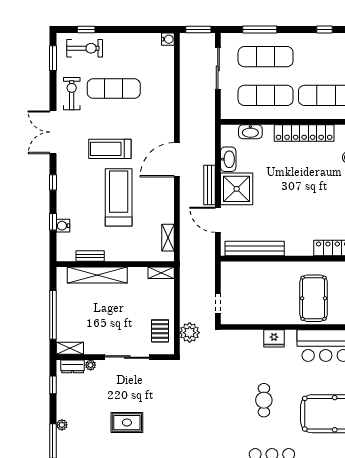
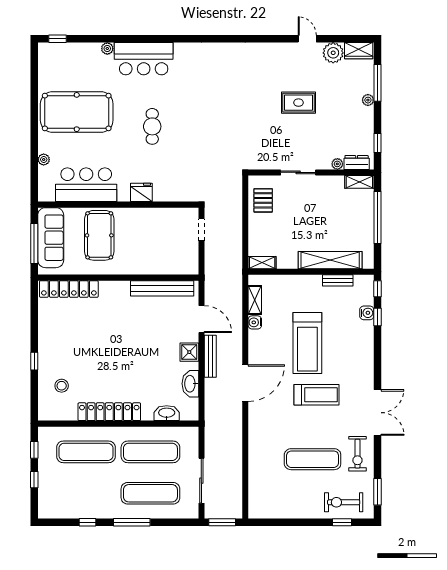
window: (260, 30) -> (132, 522), moved
water cooler: (168, 39) -> (255, 322), moved
window: (53, 182) -> (377, 289), moved
shower: (237, 189) -> (189, 352), width x0.54, depth x0.54
plant: (190, 333) -> (232, 199), removed
sliding door: (127, 357) -> (298, 172), width x0.73

